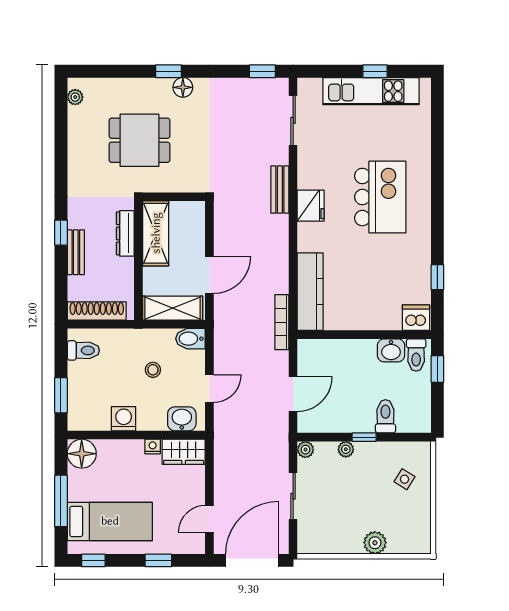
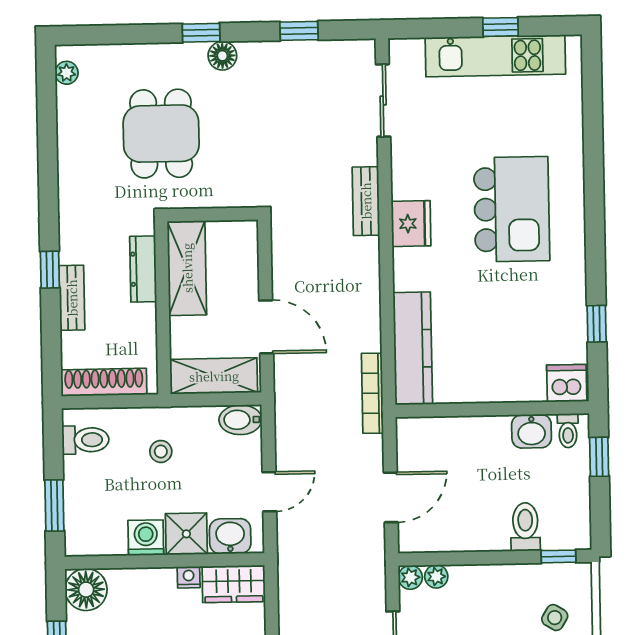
window: (262, 71) -> (299, 31), moved
dining table: (140, 140) -> (161, 134), turned 90
door: (209, 275) -> (266, 327), hinge flipped
toilet: (416, 355) -> (568, 431), width x0.73, depth x0.72
stool: (153, 370) -> (161, 451), moved
shower: (152, 417) -> (186, 534), added
window: (364, 437) -> (559, 556), moved
plant: (346, 449) -> (436, 576), moved

